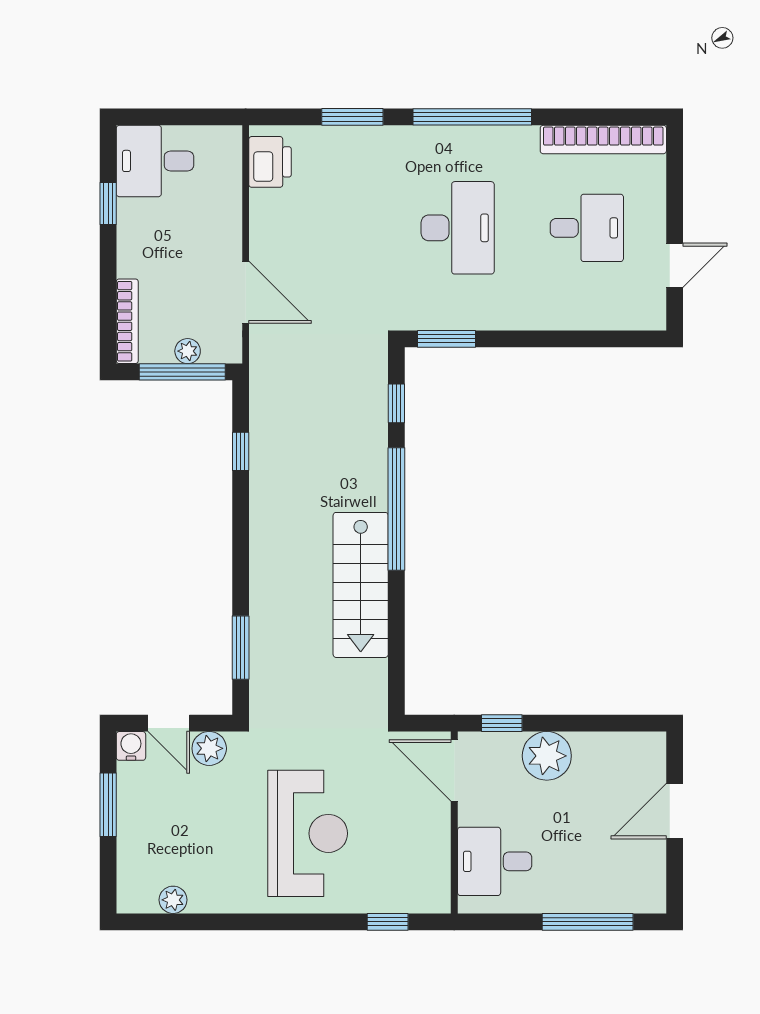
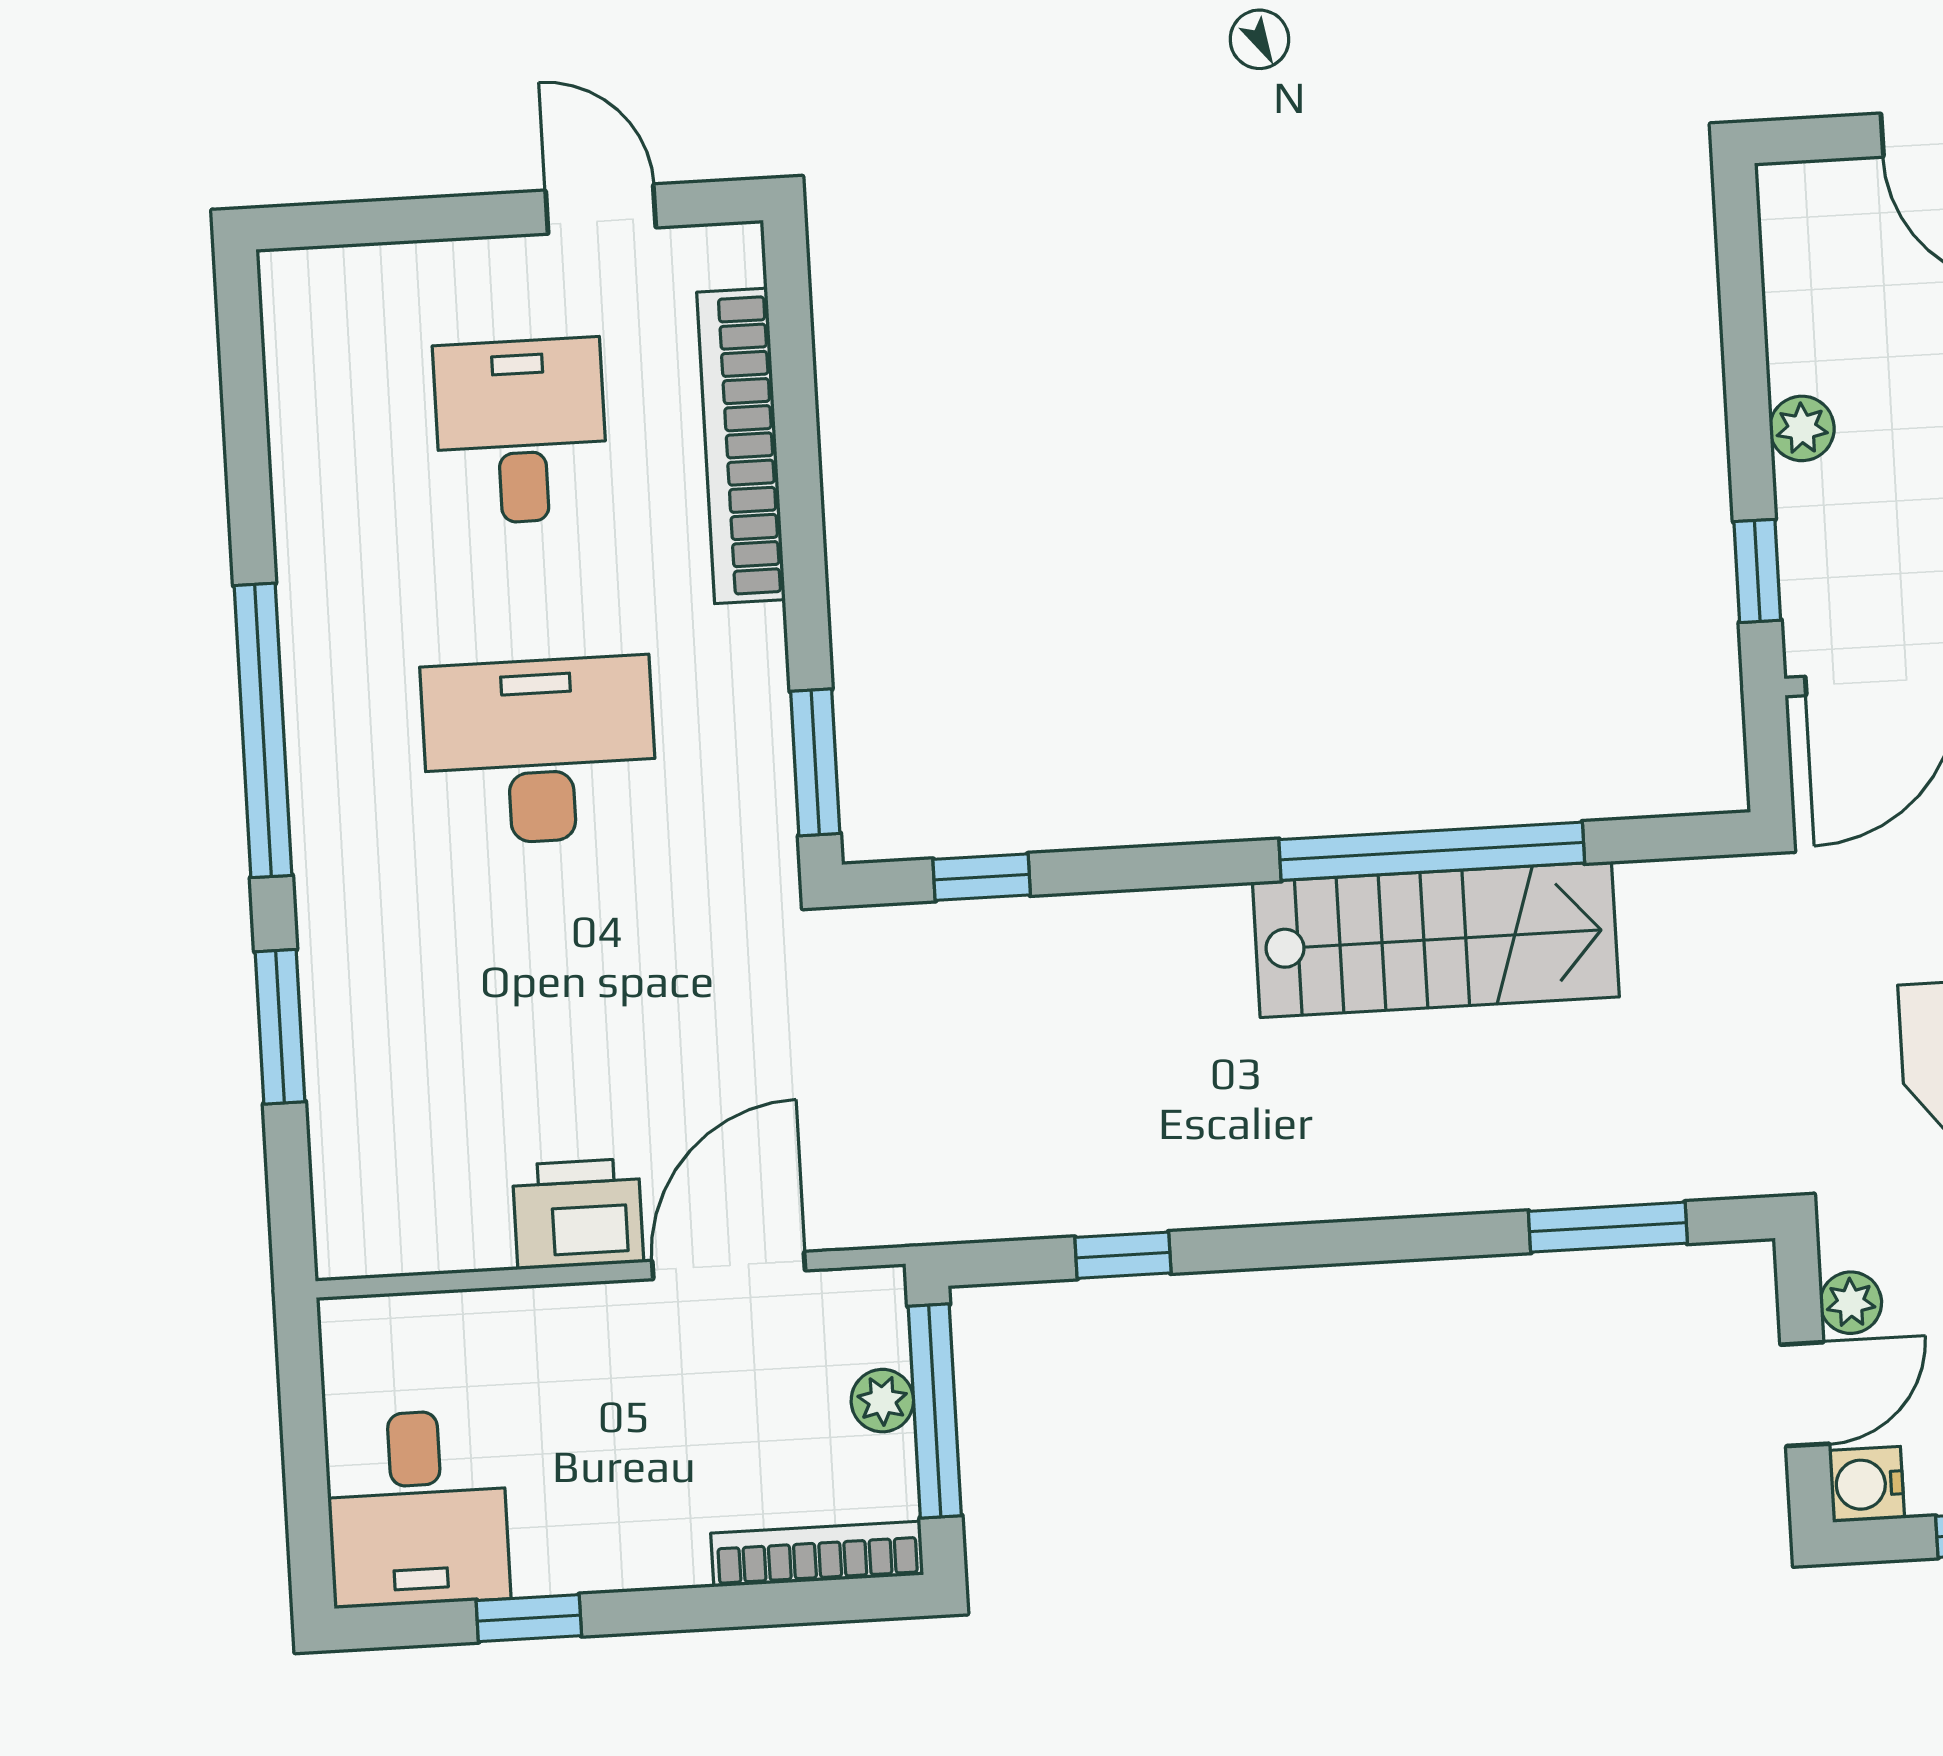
bookcase: (603, 139) -> (741, 446), moved, turned 180
printer: (270, 162) -> (578, 1214), moved
window: (396, 509) -> (1432, 851), moved
plant: (209, 748) -> (1851, 1303), width x0.73, depth x0.73
plant: (547, 756) -> (1802, 428), width x0.53, depth x0.53

